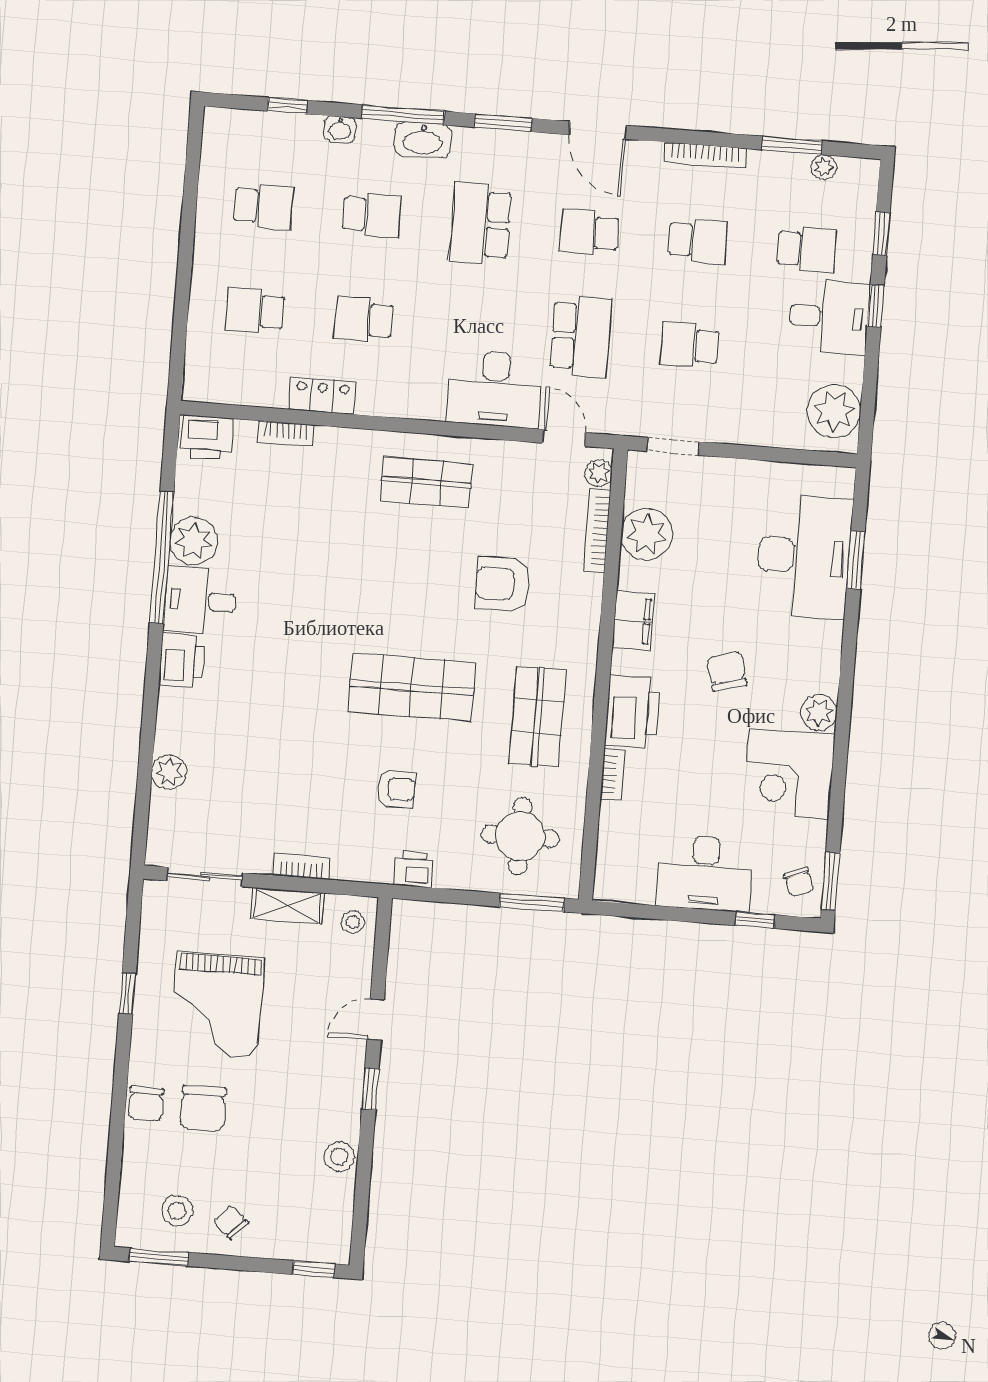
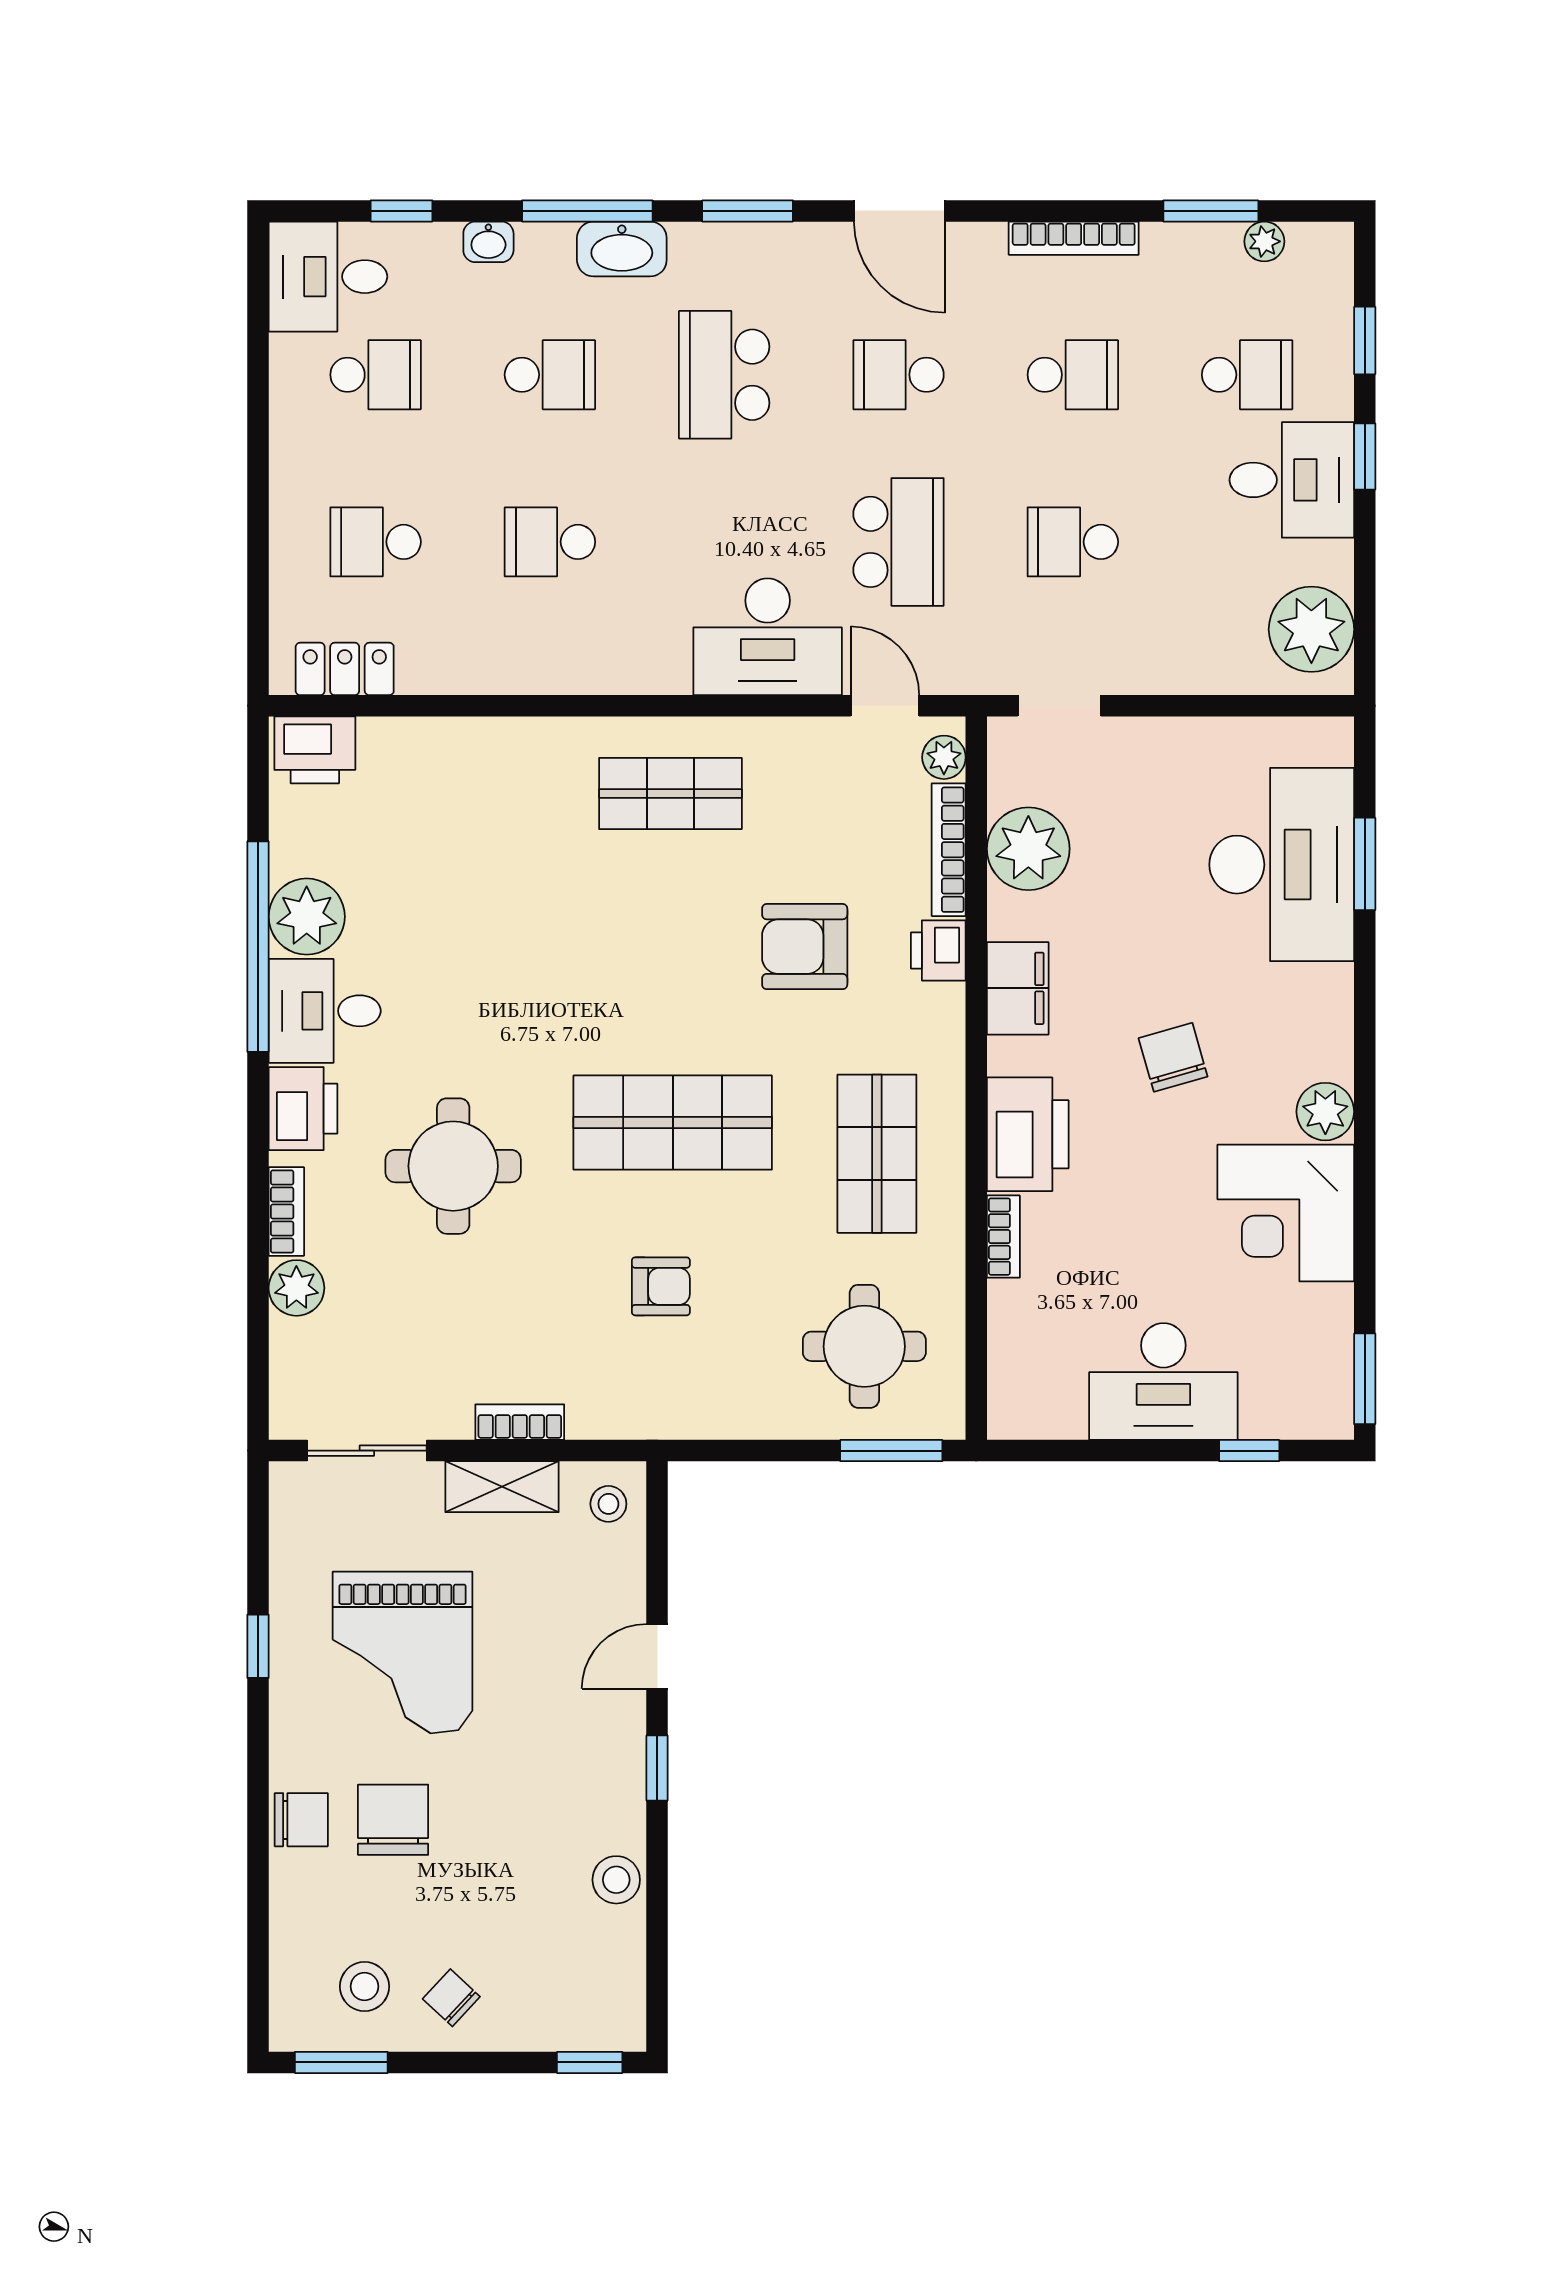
desk: (238, 143) -> (328, 277), added
locker: (322, 396) -> (345, 669), moved
bookcase: (285, 434) -> (286, 1212), moved, turned -90
round table: (273, 704) -> (453, 1166), added
printer: (414, 869) -> (938, 950), moved, turned -90
chair: (799, 882) -> (1315, 1384), removed
chair: (146, 1104) -> (301, 1820), turned -90
chair: (203, 1108) -> (393, 1820), turned 180

